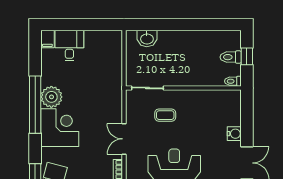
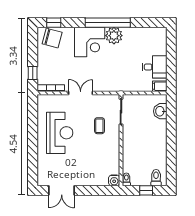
filing cabinet: (47, 39) -> (160, 86), moved
desk: (69, 46) -> (155, 67), moved
toilet: (231, 57) -> (156, 178), moved
water cooler: (234, 134) -> (114, 180), moved

